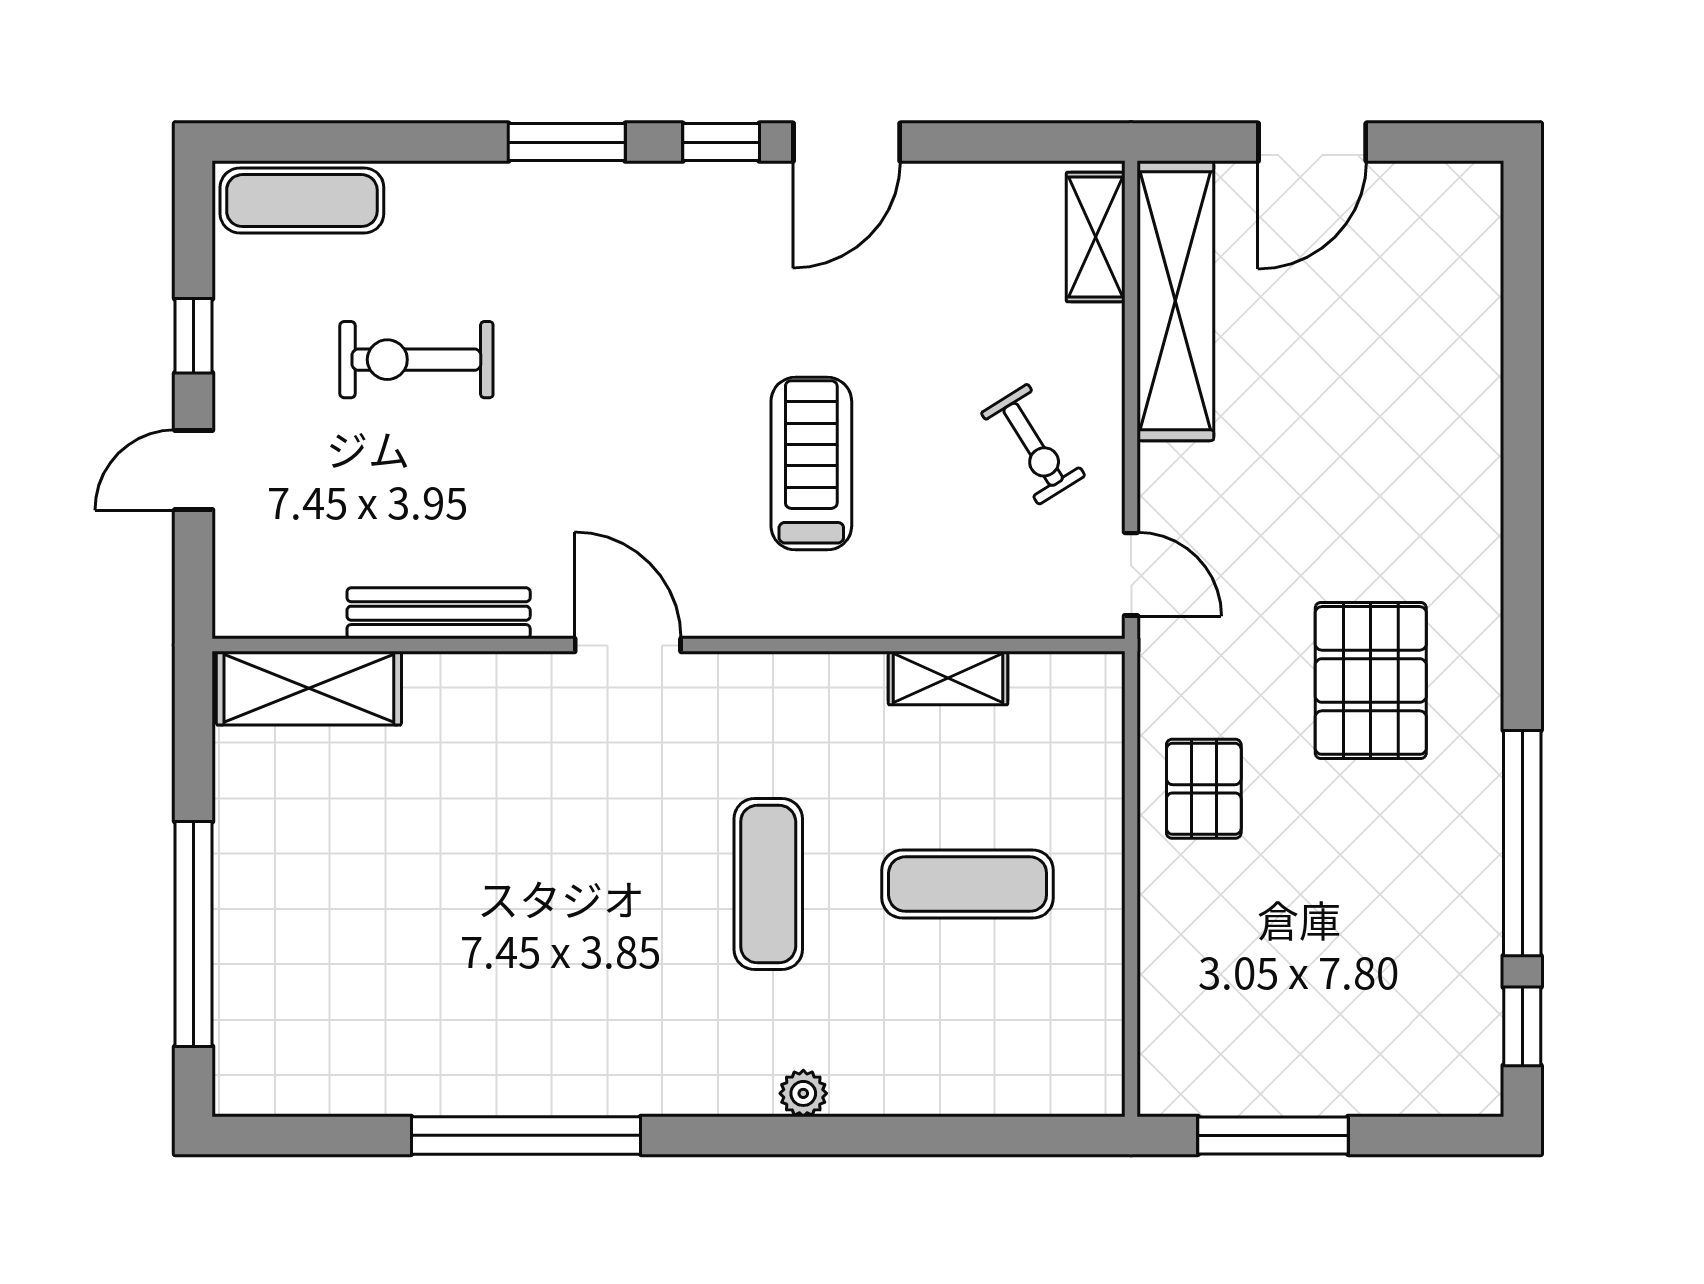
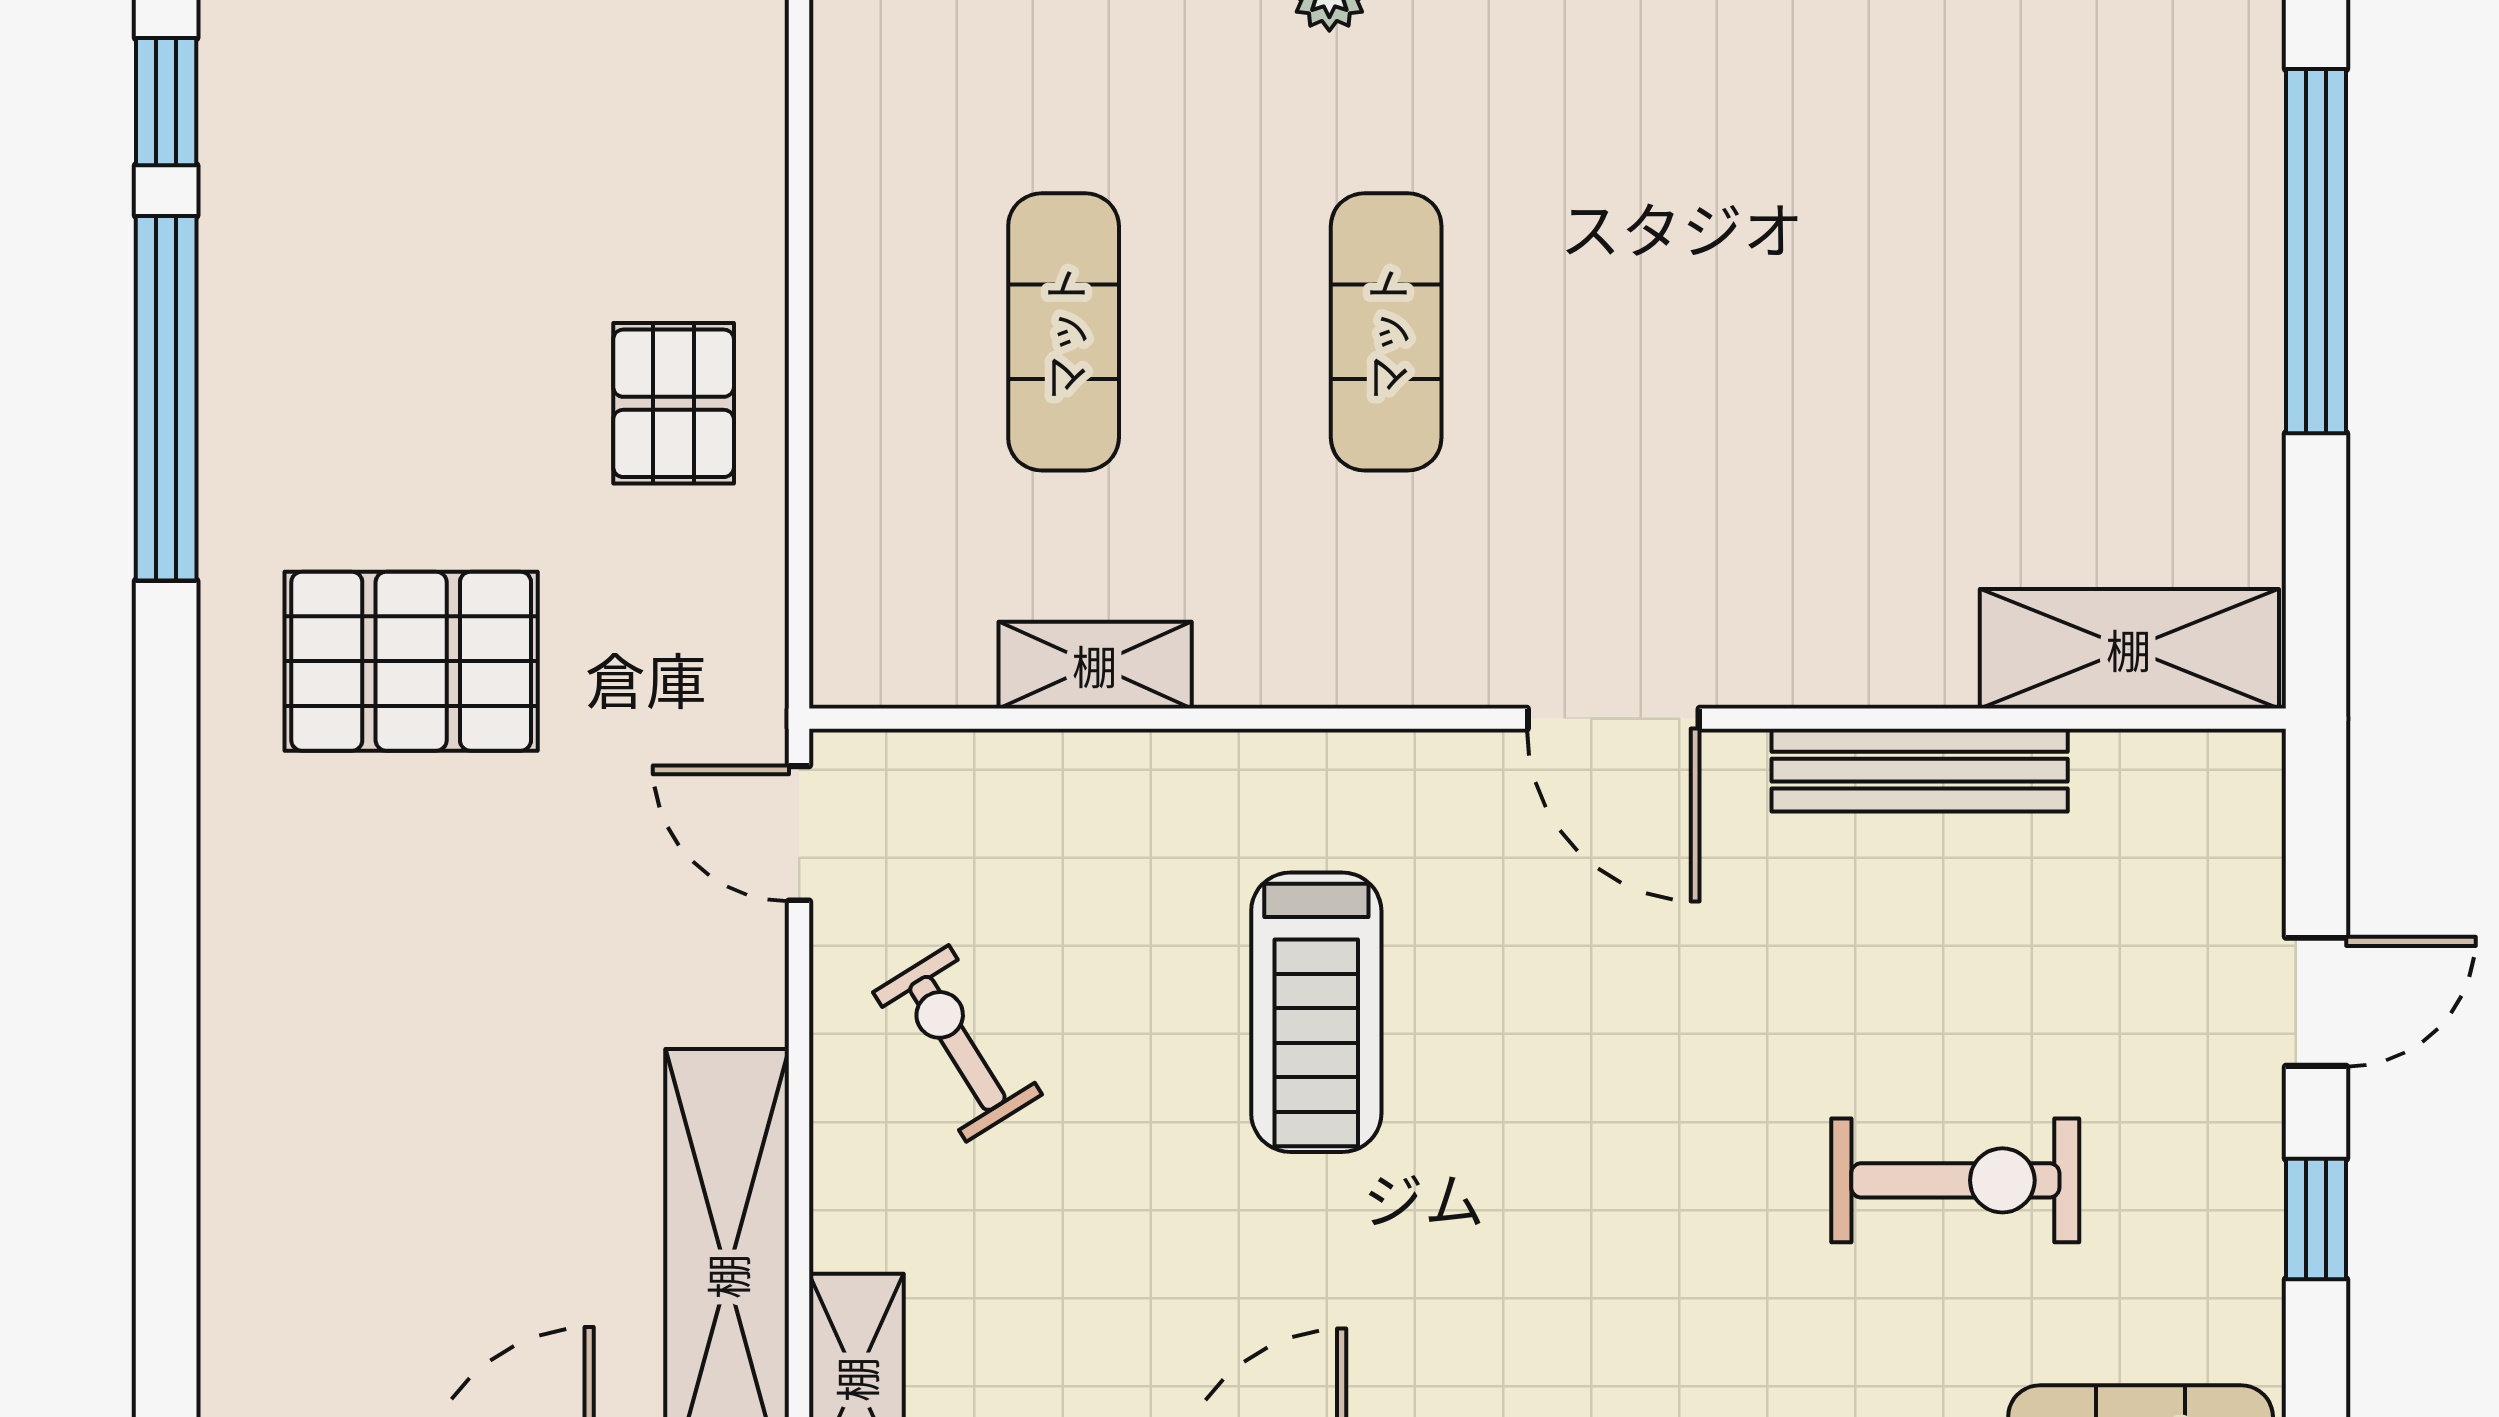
pallet: (1371, 680) -> (411, 661), turned 90
pallet: (1204, 789) -> (674, 403), moved
exercise mat: (968, 884) -> (1064, 332), turned 90

